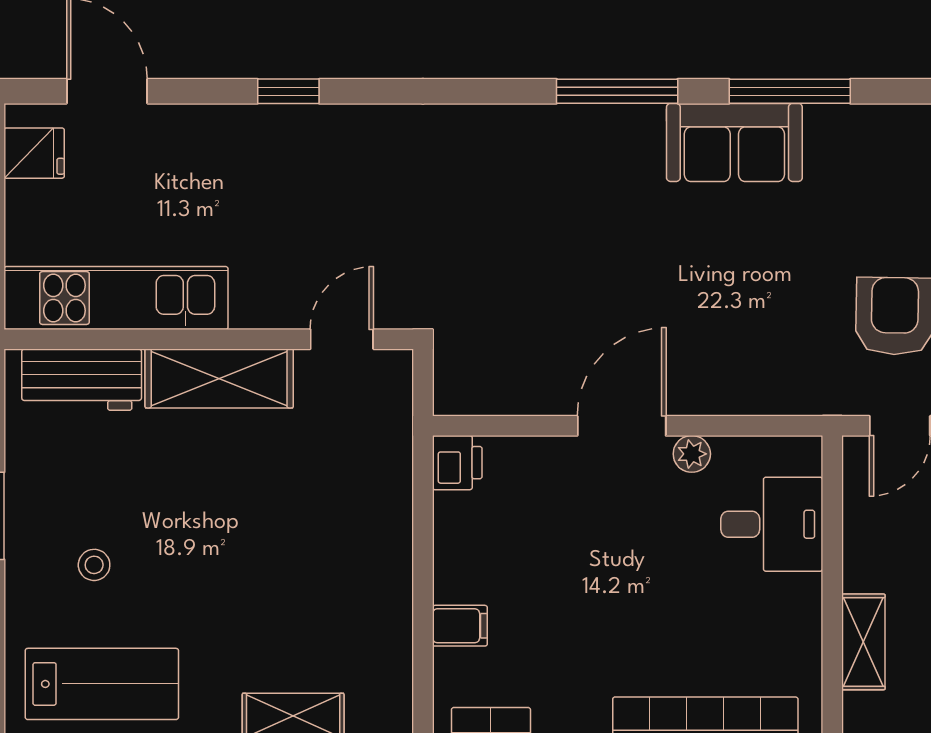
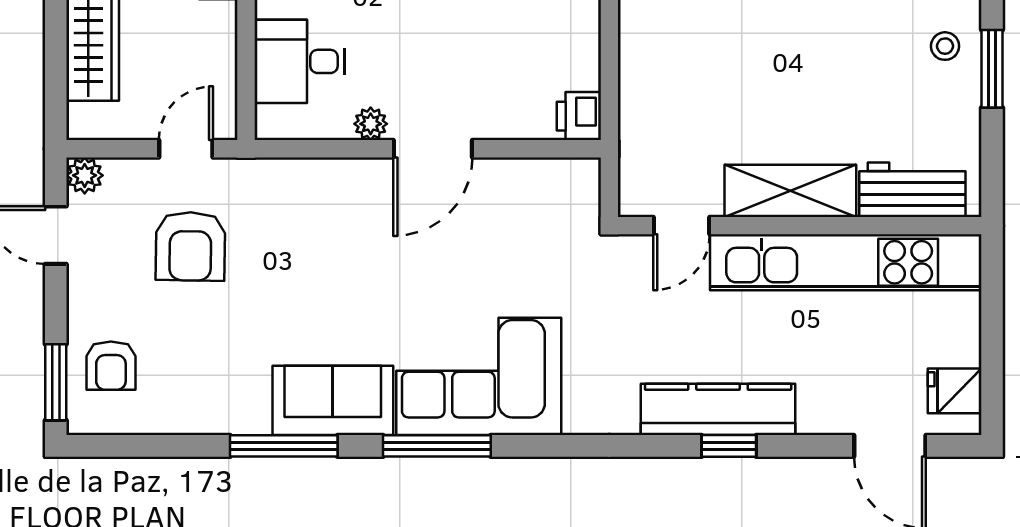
kitchen counter: (300, 132) -> (718, 409), added
corner sofa: (570, 169) -> (479, 376), added
kitchen unit: (116, 298) -> (846, 262), width x1.36
stool: (94, 565) -> (945, 46), moved

